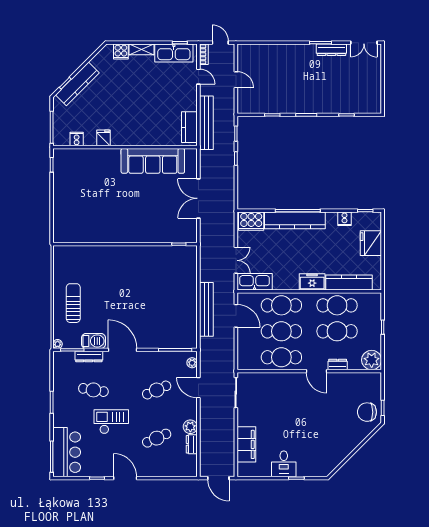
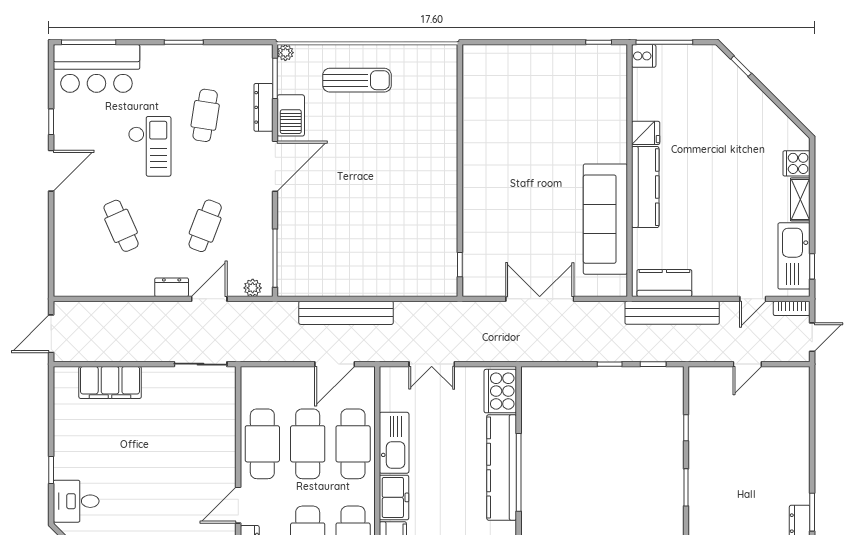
kitchen counter: (77, 84) -> (645, 187), moved, turned -135
cooker: (77, 139) -> (644, 56), moved
kitchen sink: (255, 282) -> (394, 443), moved
cafe table: (157, 390) -> (205, 226), turned 45
plant: (190, 427) -> (141, 285), removed
dresser: (192, 444) -> (172, 287), moved
desk: (284, 464) -> (76, 501), moved

